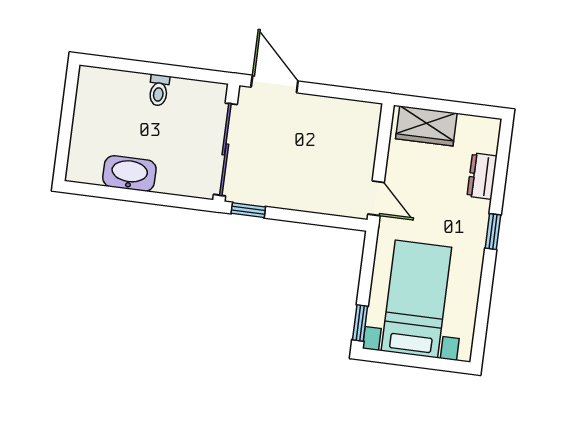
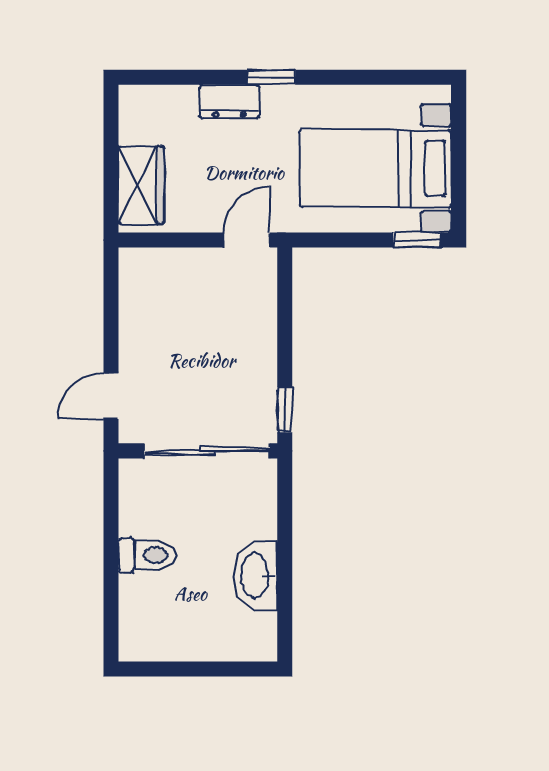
door: (275, 84) -> (111, 396), width x0.73
toilet: (159, 90) -> (147, 555), width x1.37, depth x1.39
dresser: (482, 176) -> (229, 101), moved

